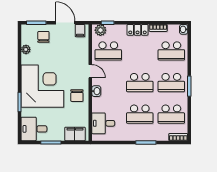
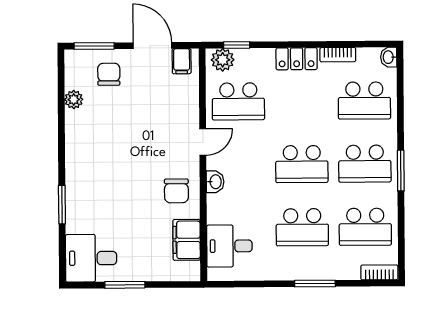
door: (90, 71) -> (203, 142), hinge flipped
corner desk: (42, 86) -> (107, 172), removed
filing cabinet: (75, 134) -> (187, 240), moved, turned -90

